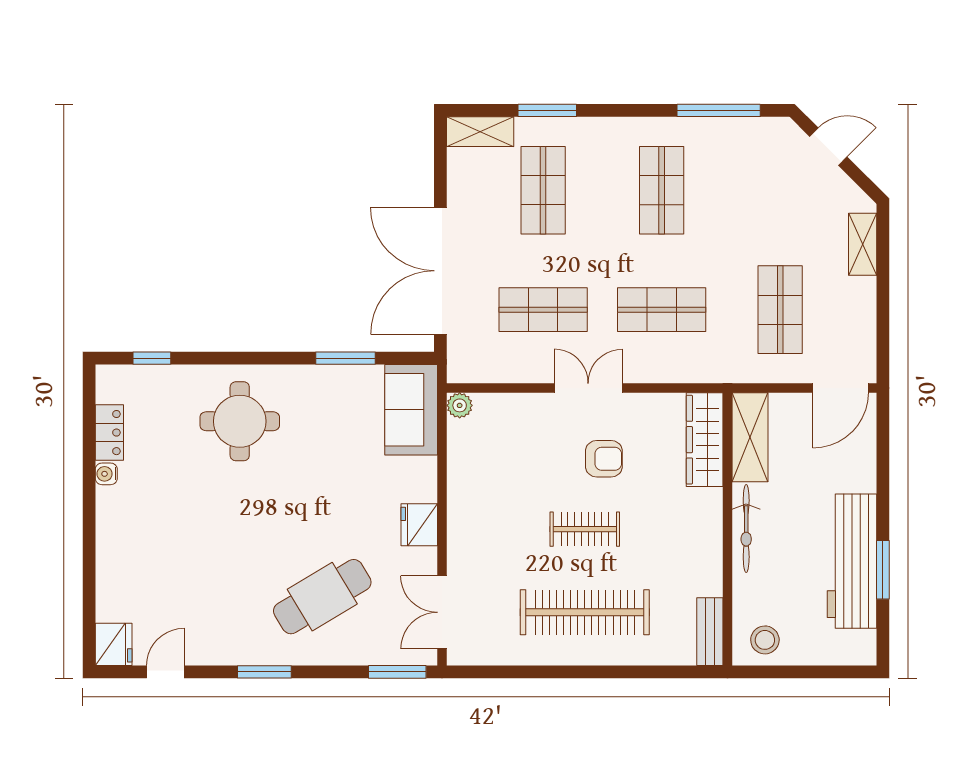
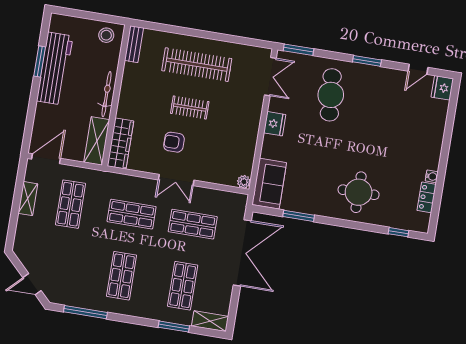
shelving: (863, 244) -> (28, 199), moved
cafe table: (322, 597) -> (331, 95), turned -64

